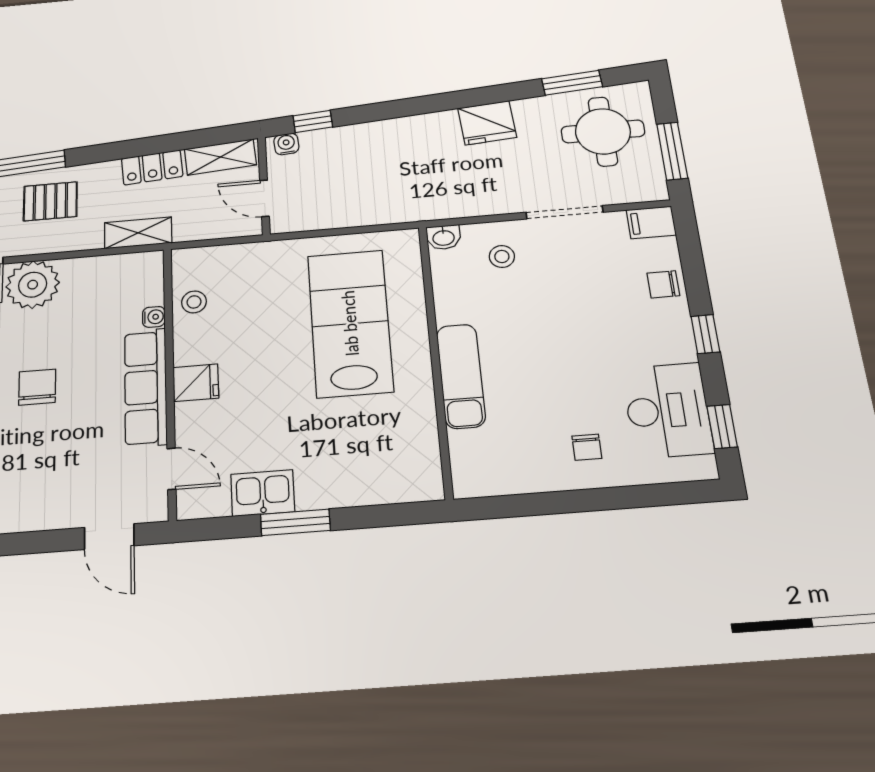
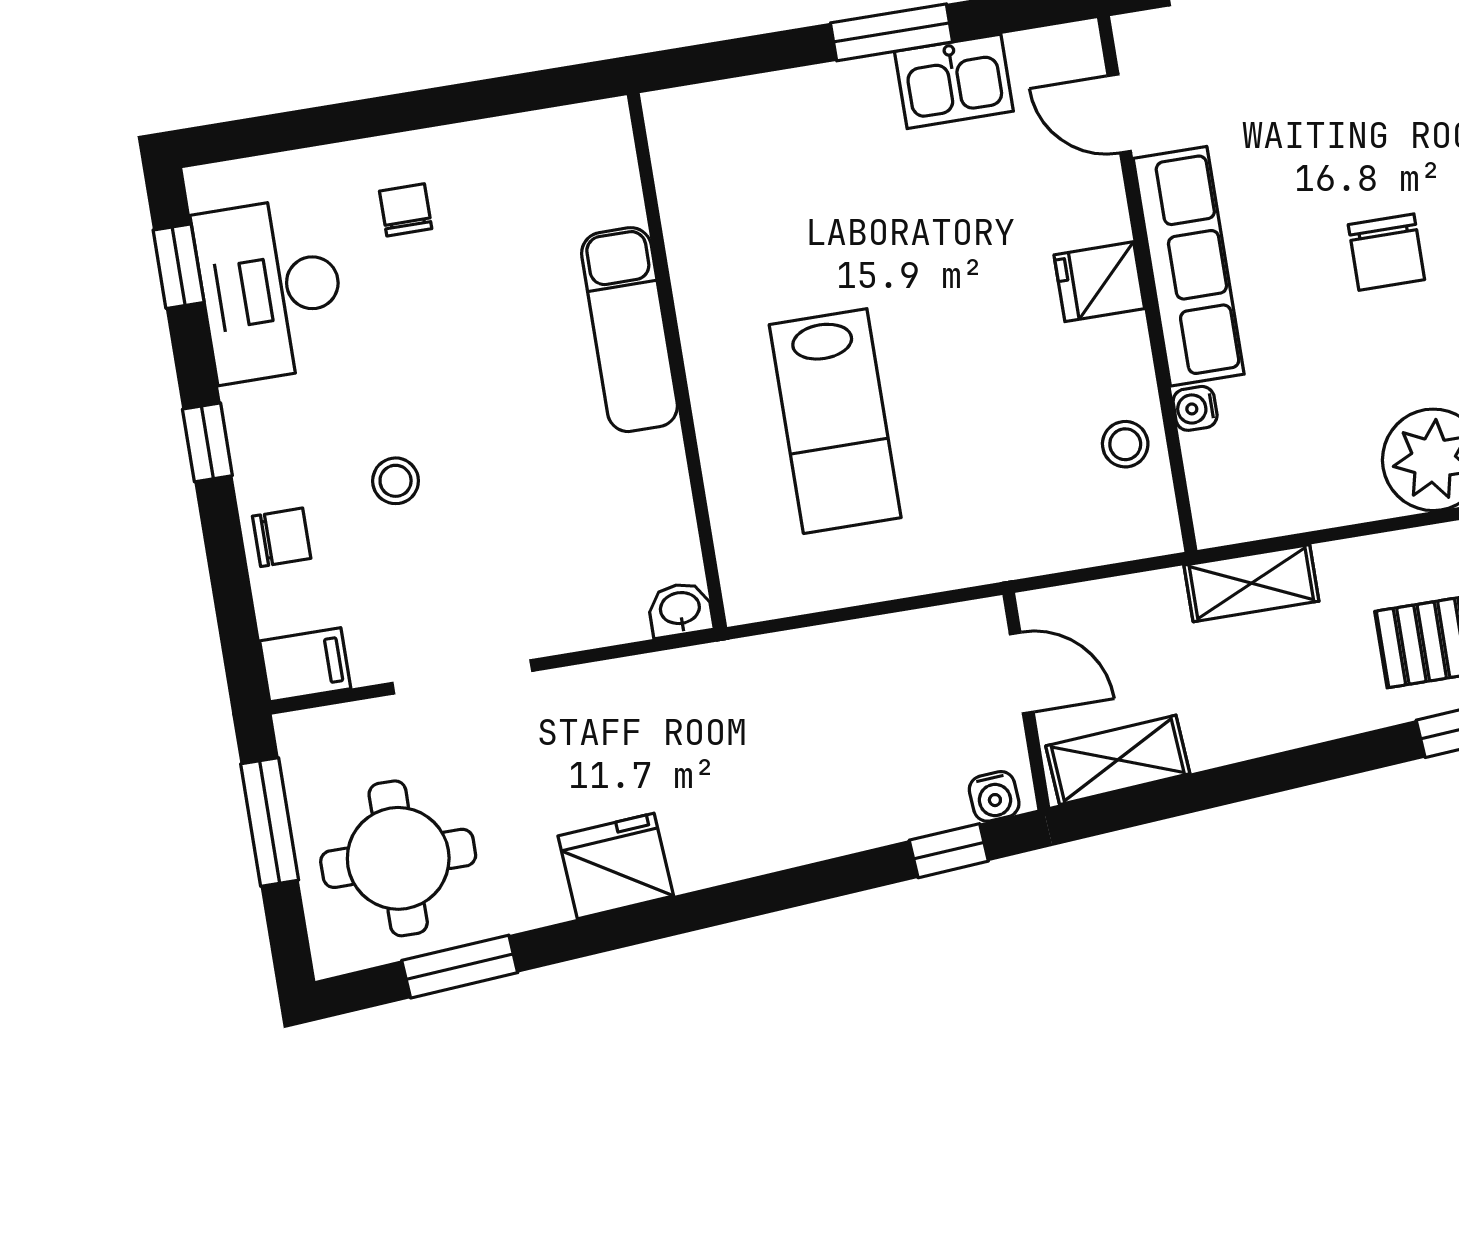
locker: (152, 167) -> (1247, 729), removed
stool: (502, 256) -> (396, 481), moved
lab bench: (350, 323) -> (835, 421), width x0.73, depth x0.72

